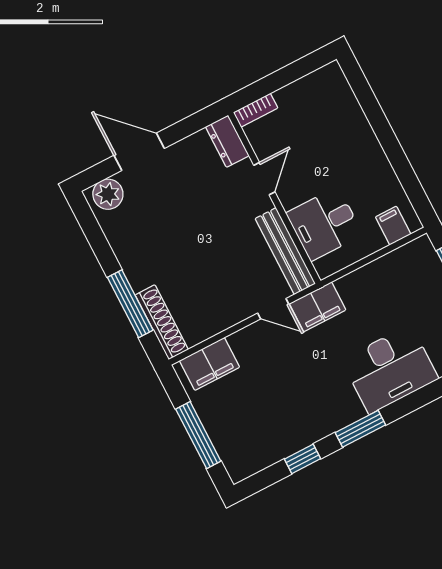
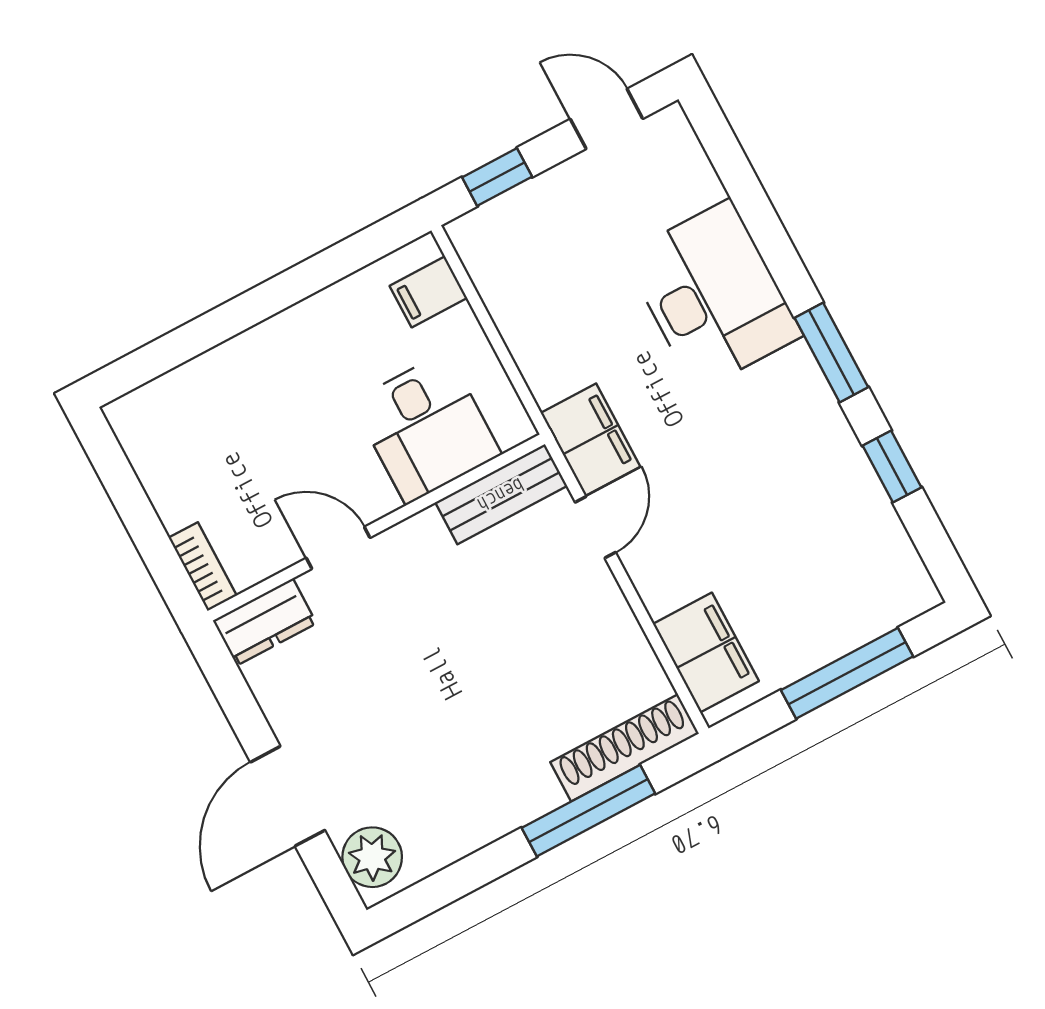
bench: (285, 251) -> (501, 494), width x0.73

